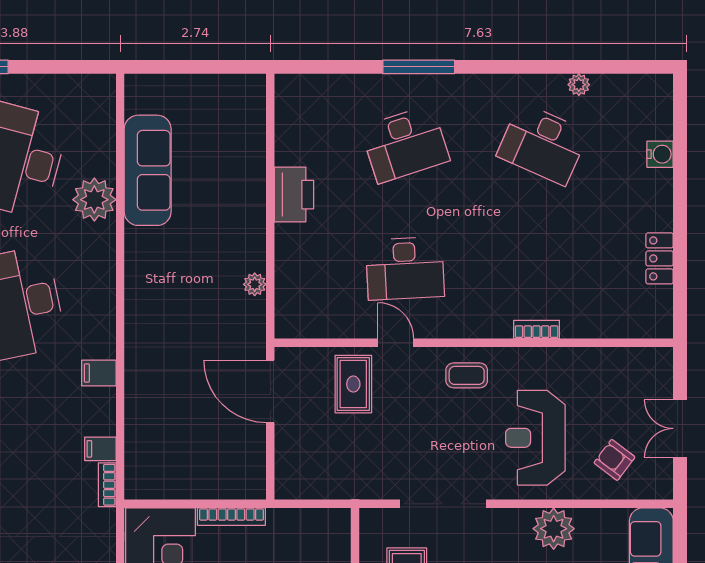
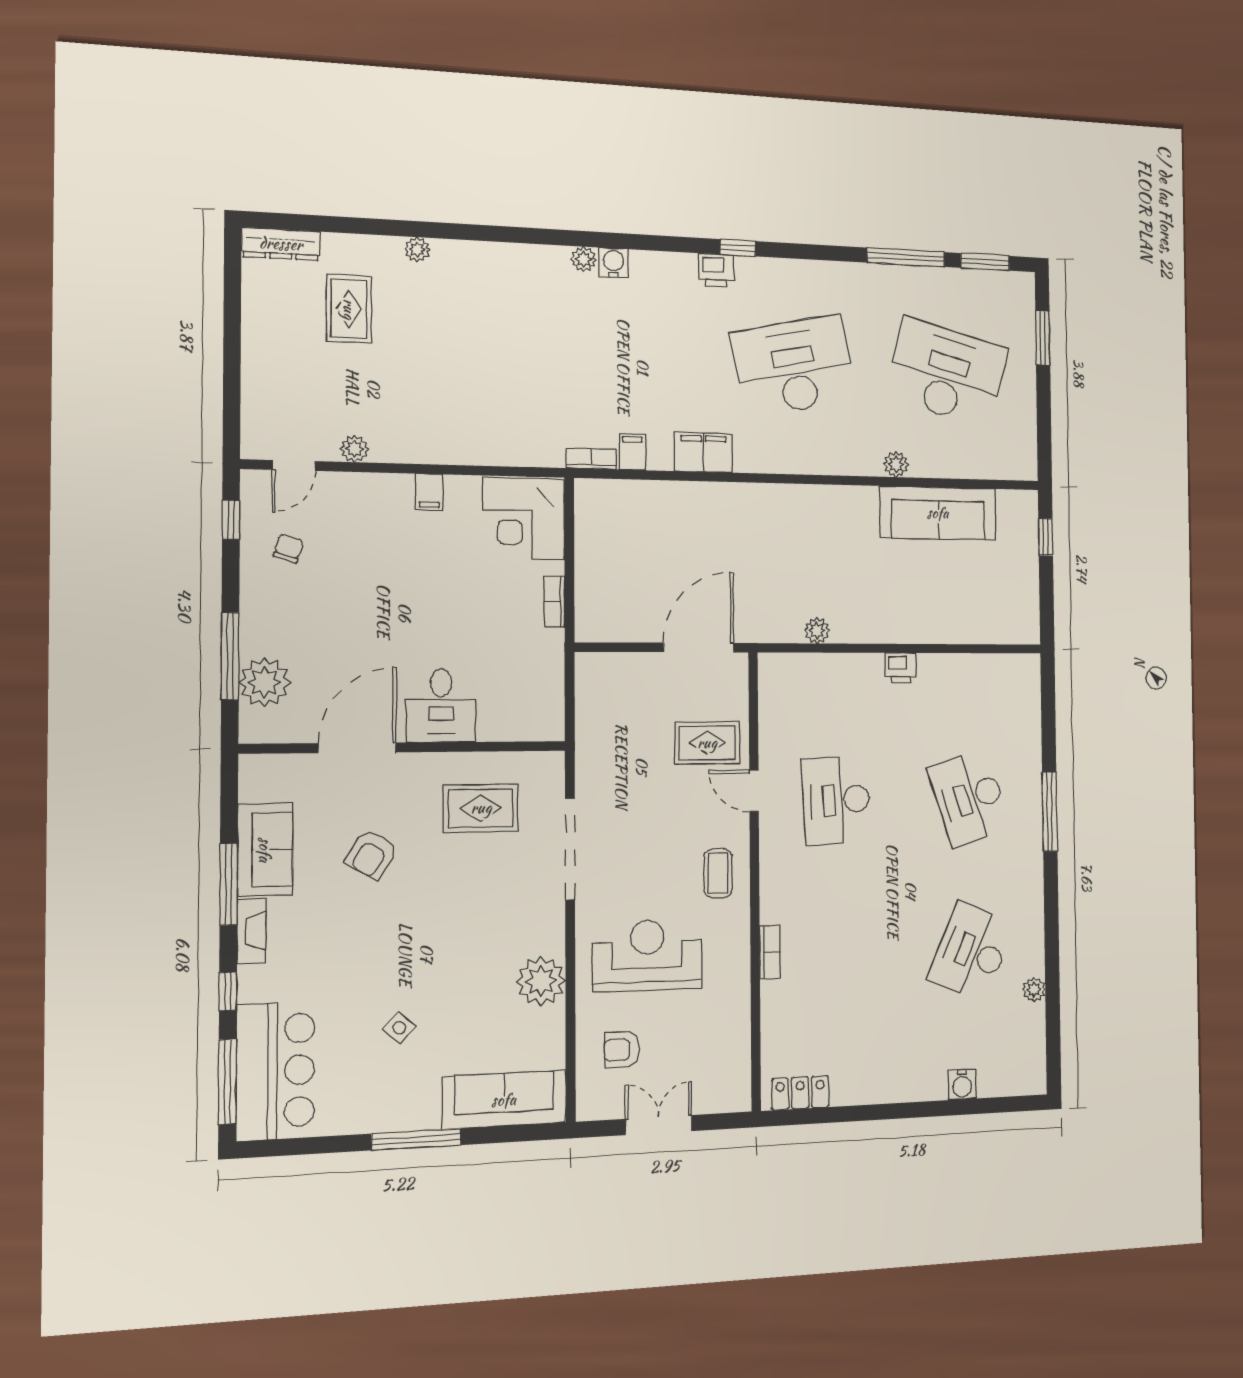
window: (167, 67) -> (1046, 537), added
printer: (294, 195) -> (901, 668), width x0.53, depth x0.68
plant: (94, 200) -> (896, 464), width x0.53, depth x0.53
locker: (660, 258) -> (800, 1093), moved
door: (396, 343) -> (754, 791), swing flipped
filing cabinet: (99, 373) -> (704, 452), width x2.00
armchair: (614, 460) -> (622, 1050), turned -127
bookcase: (231, 517) -> (554, 602), width x0.64

